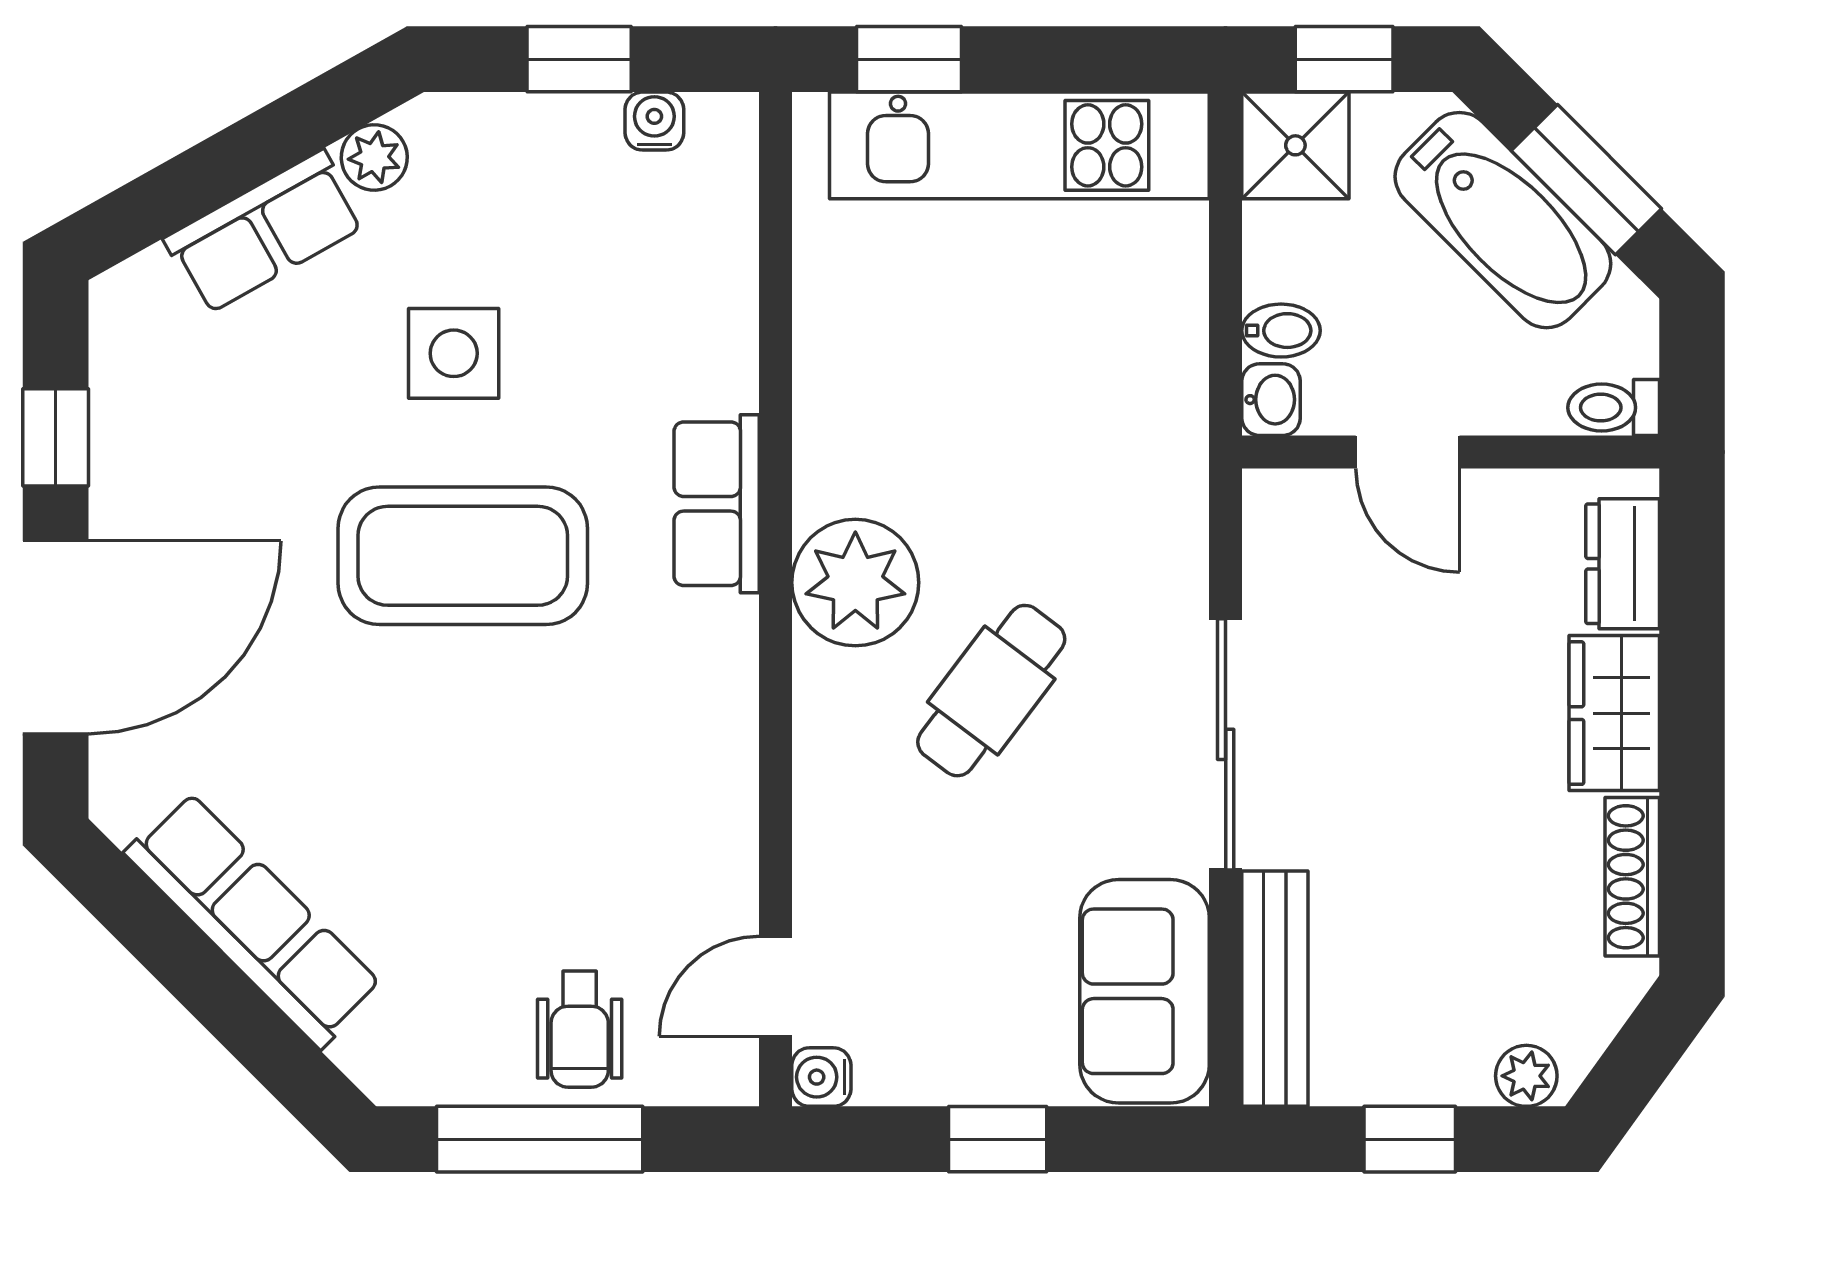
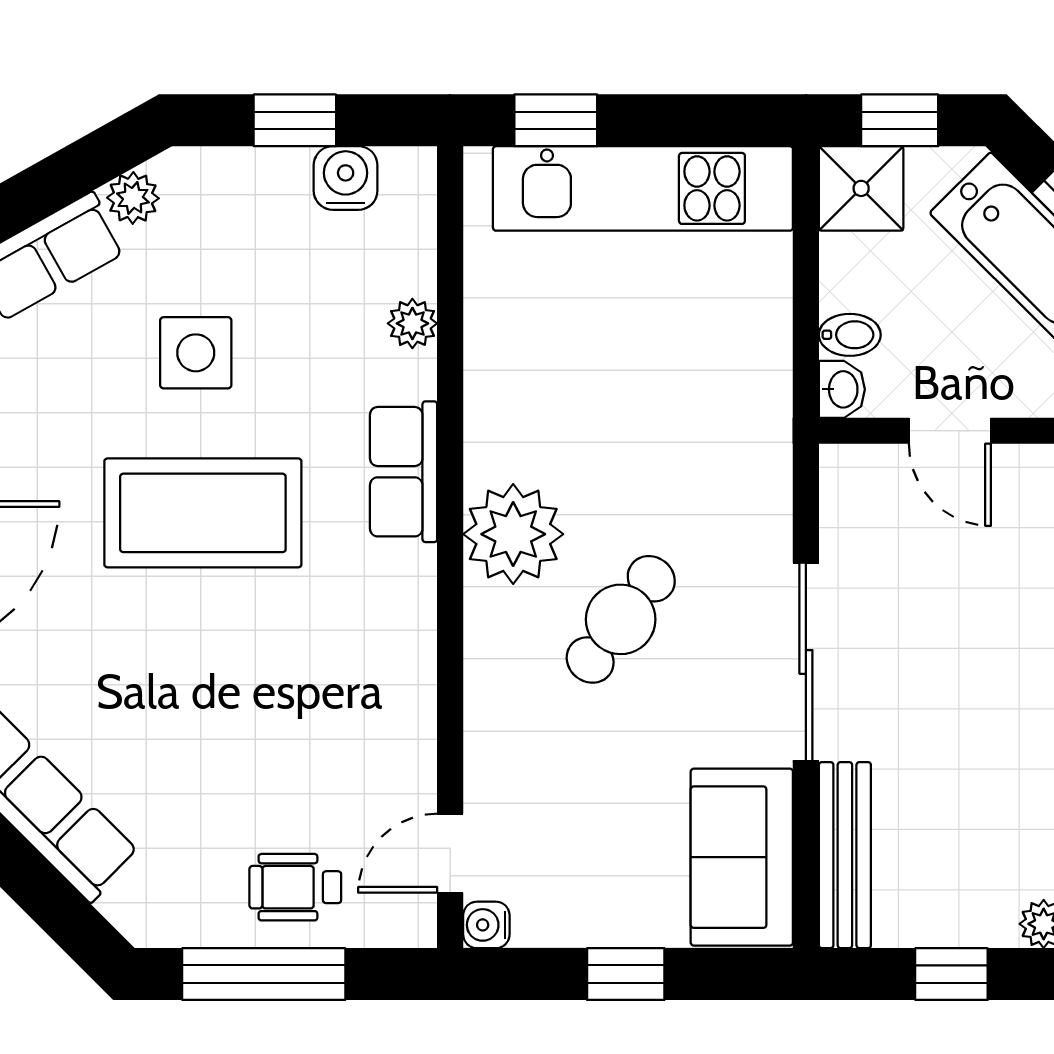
water cooler: (654, 121) -> (346, 178), width x1.38, depth x1.38
plant: (728, 316) -> (412, 323), added
wheelchair: (580, 1029) -> (295, 887), turned 90

